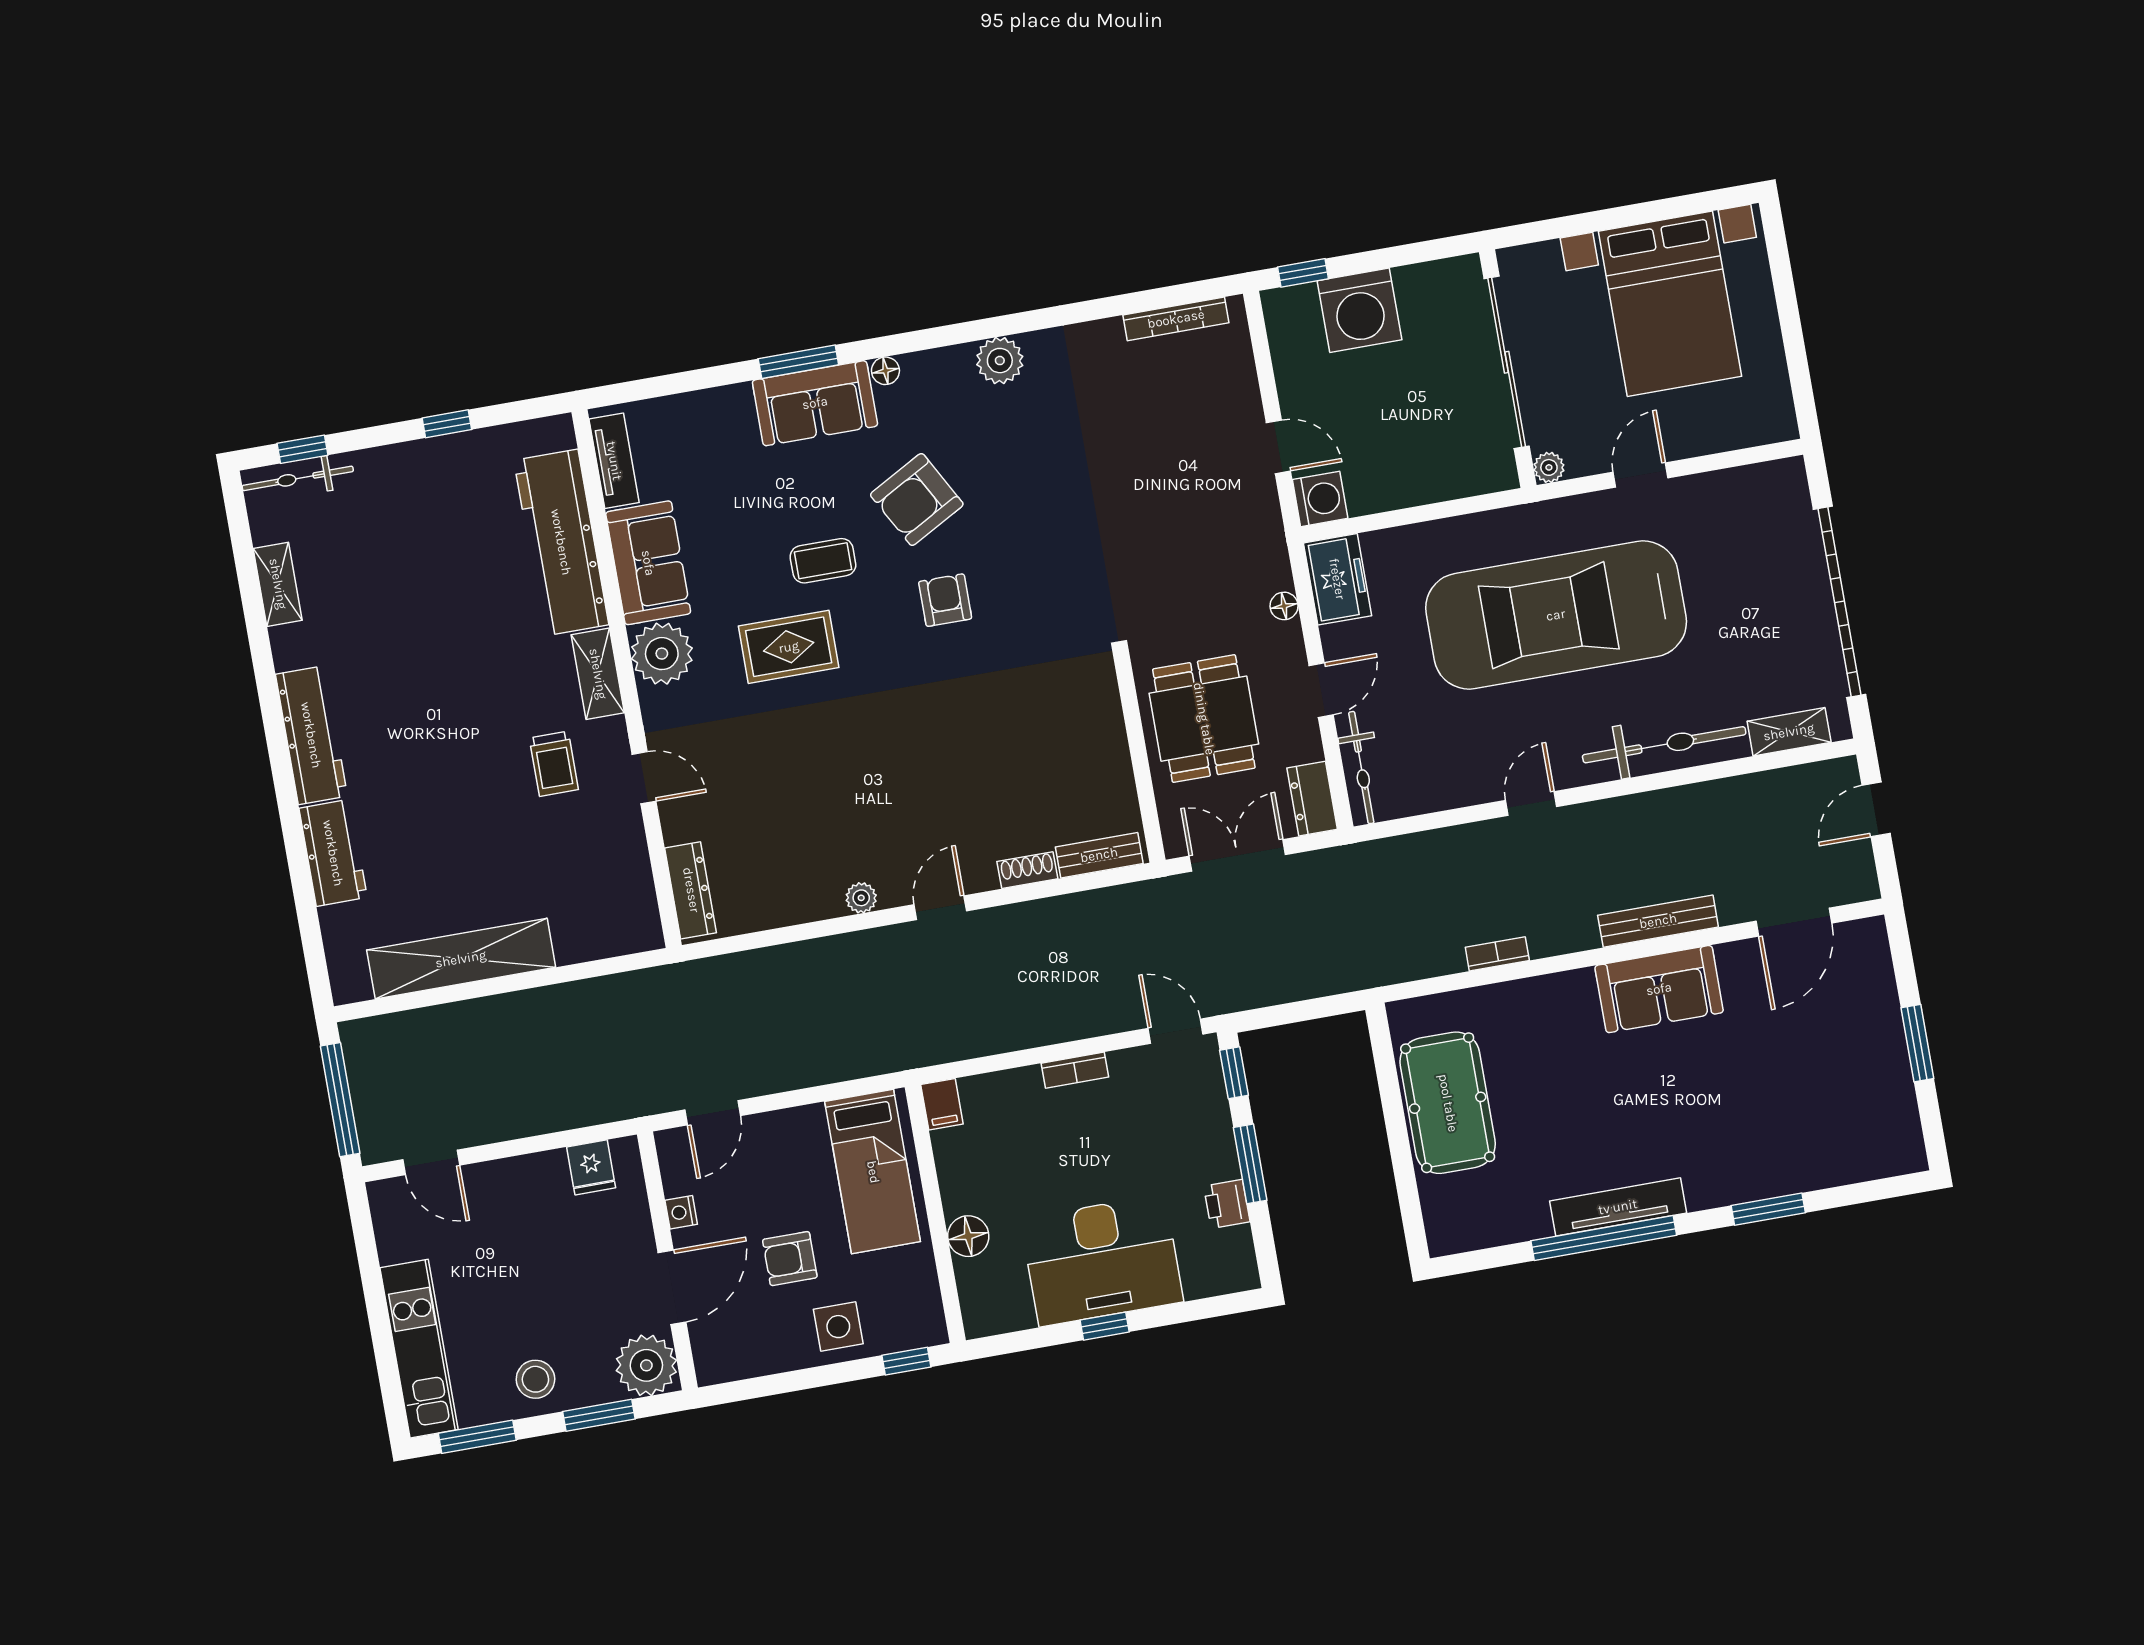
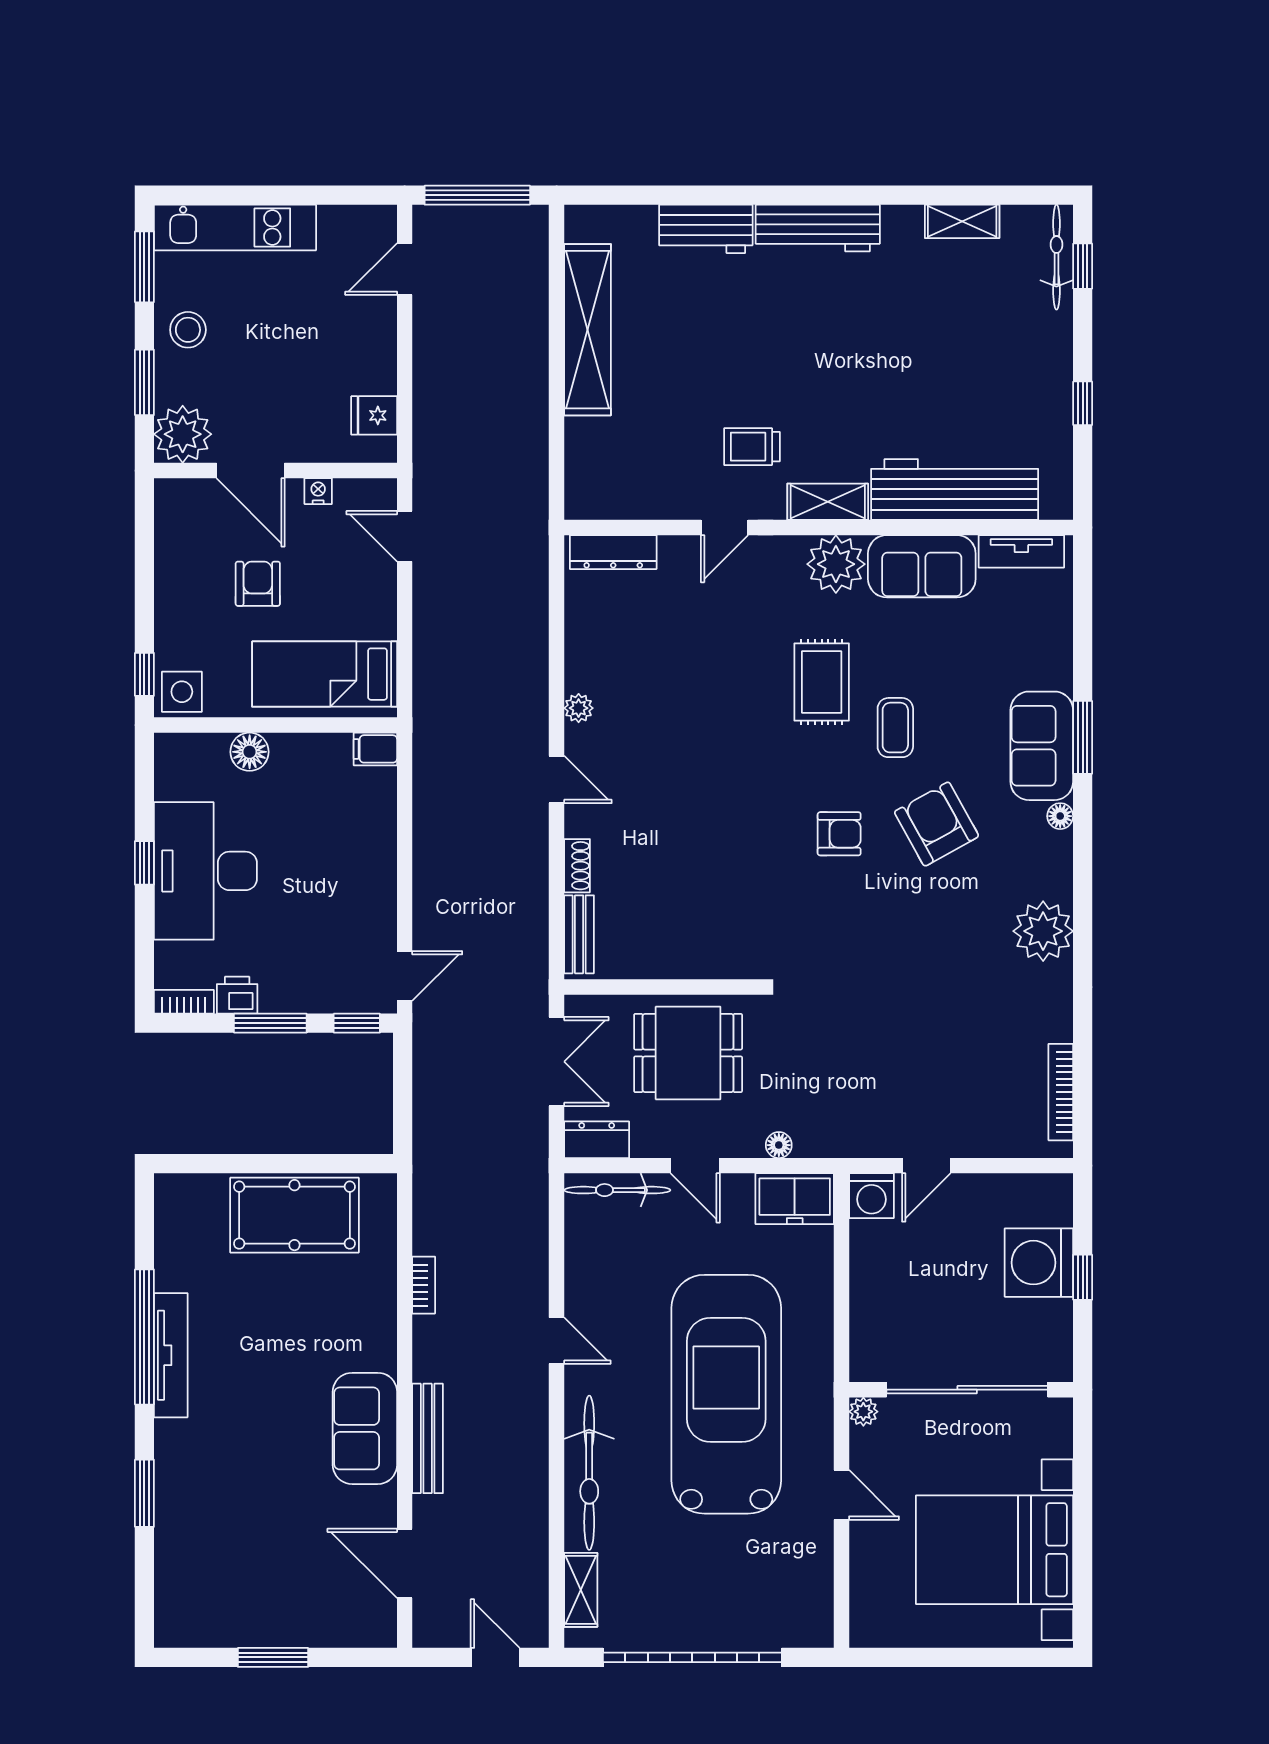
window: (1303, 273) -> (1083, 1277), moved
plant: (1000, 361) -> (1043, 931), width x1.36, depth x1.36
bookcase: (1075, 1070) -> (184, 1002), moved, turned 90
side table: (838, 1327) -> (182, 692), moved

